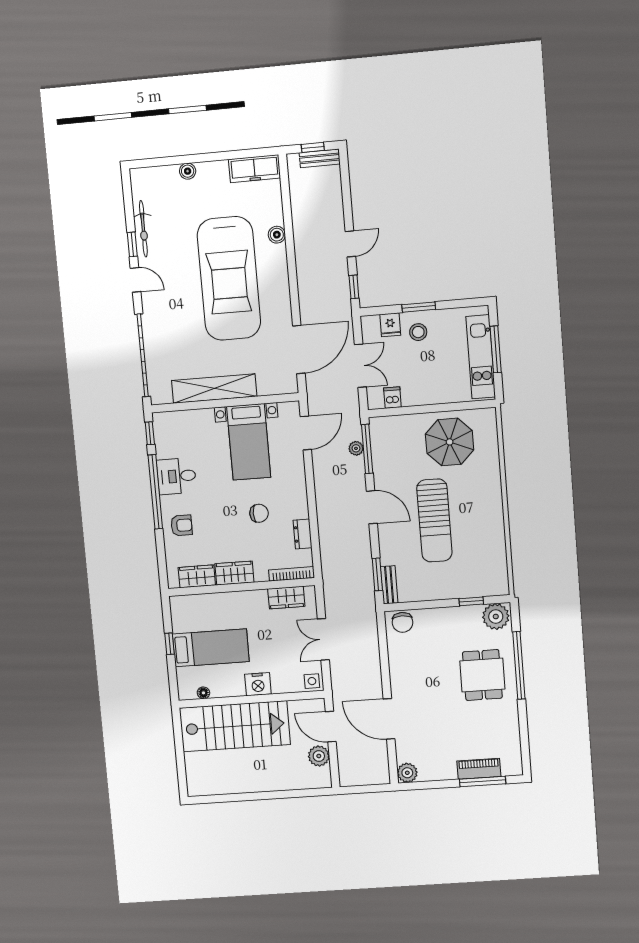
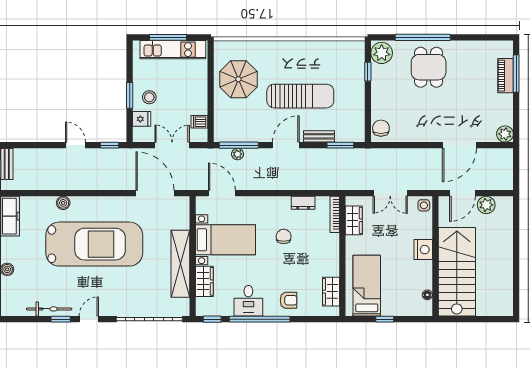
armchair: (181, 525) -> (289, 300), turned 90
wardrobe: (234, 573) -> (204, 281), moved, turned 180
bench: (389, 585) -> (319, 136), moved
chair: (402, 622) -> (381, 128), turned -90
bed: (211, 648) -> (367, 286), moved
dining table: (482, 675) -> (429, 67), turned 90

